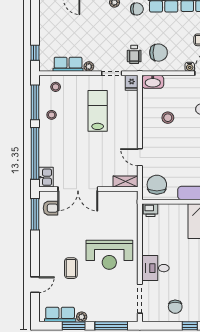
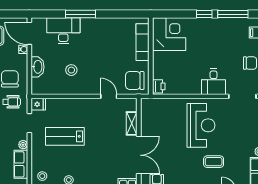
washbasin: (153, 82) -> (37, 67), moved
door: (140, 157) -> (109, 96), swing flipped
shelving: (126, 181) -> (132, 123), moved

